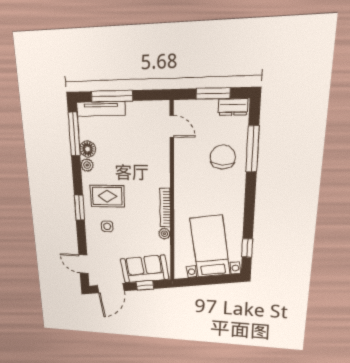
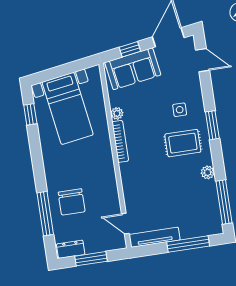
tv unit: (101, 109) -> (155, 237), moved
floor lamp: (88, 149) -> (208, 189), removed

